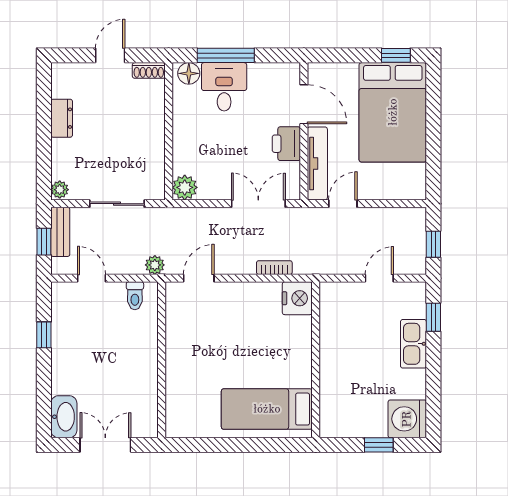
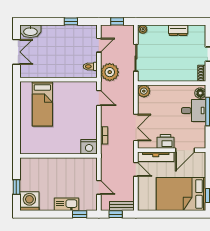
bench: (60, 232) -> (122, 206), moved
plant: (155, 265) -> (110, 72), width x1.87, depth x1.87
bed: (267, 409) -> (42, 104), moved, turned 180

